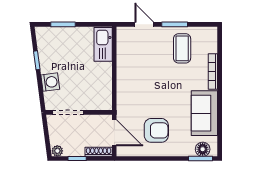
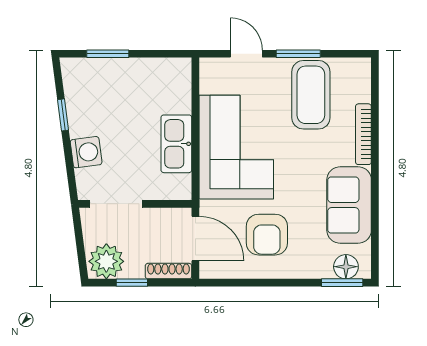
kitchen sink: (103, 44) -> (176, 144), moved
coffee table: (182, 48) -> (311, 95), width x1.36, depth x1.32
corner sofa: (138, 79) -> (236, 147), added
armchair: (156, 130) -> (267, 235), turned 90
plant: (57, 151) -> (106, 261), width x1.88, depth x1.88

